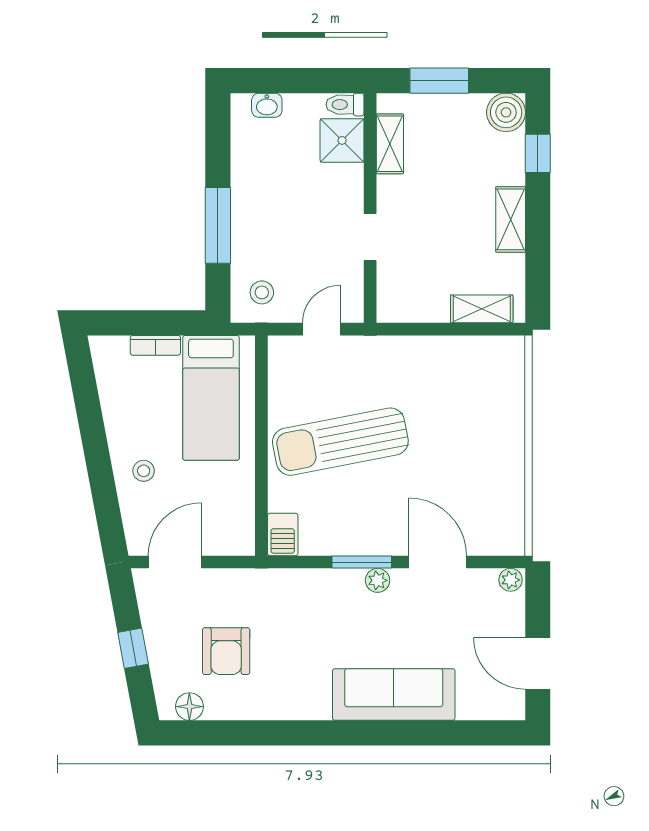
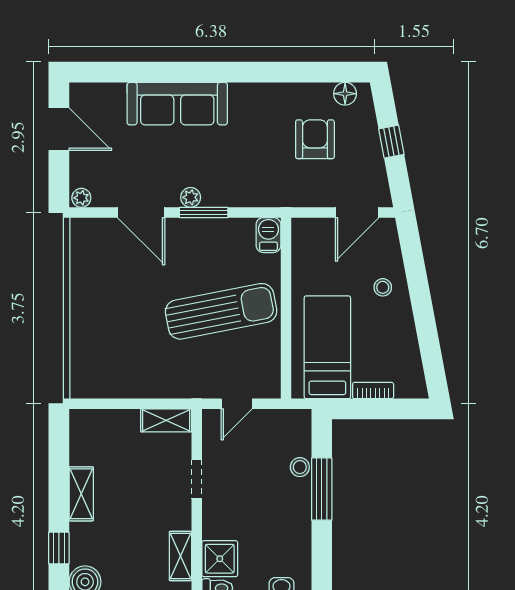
stool: (262, 292) -> (300, 467), moved
shelving: (482, 309) -> (166, 420), moved

